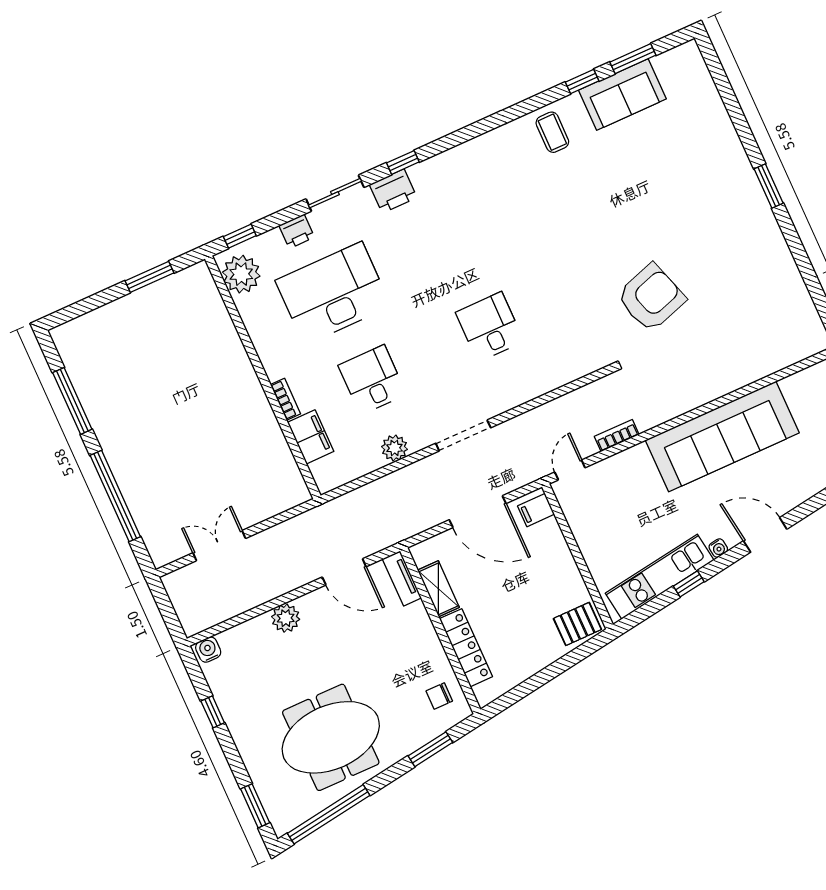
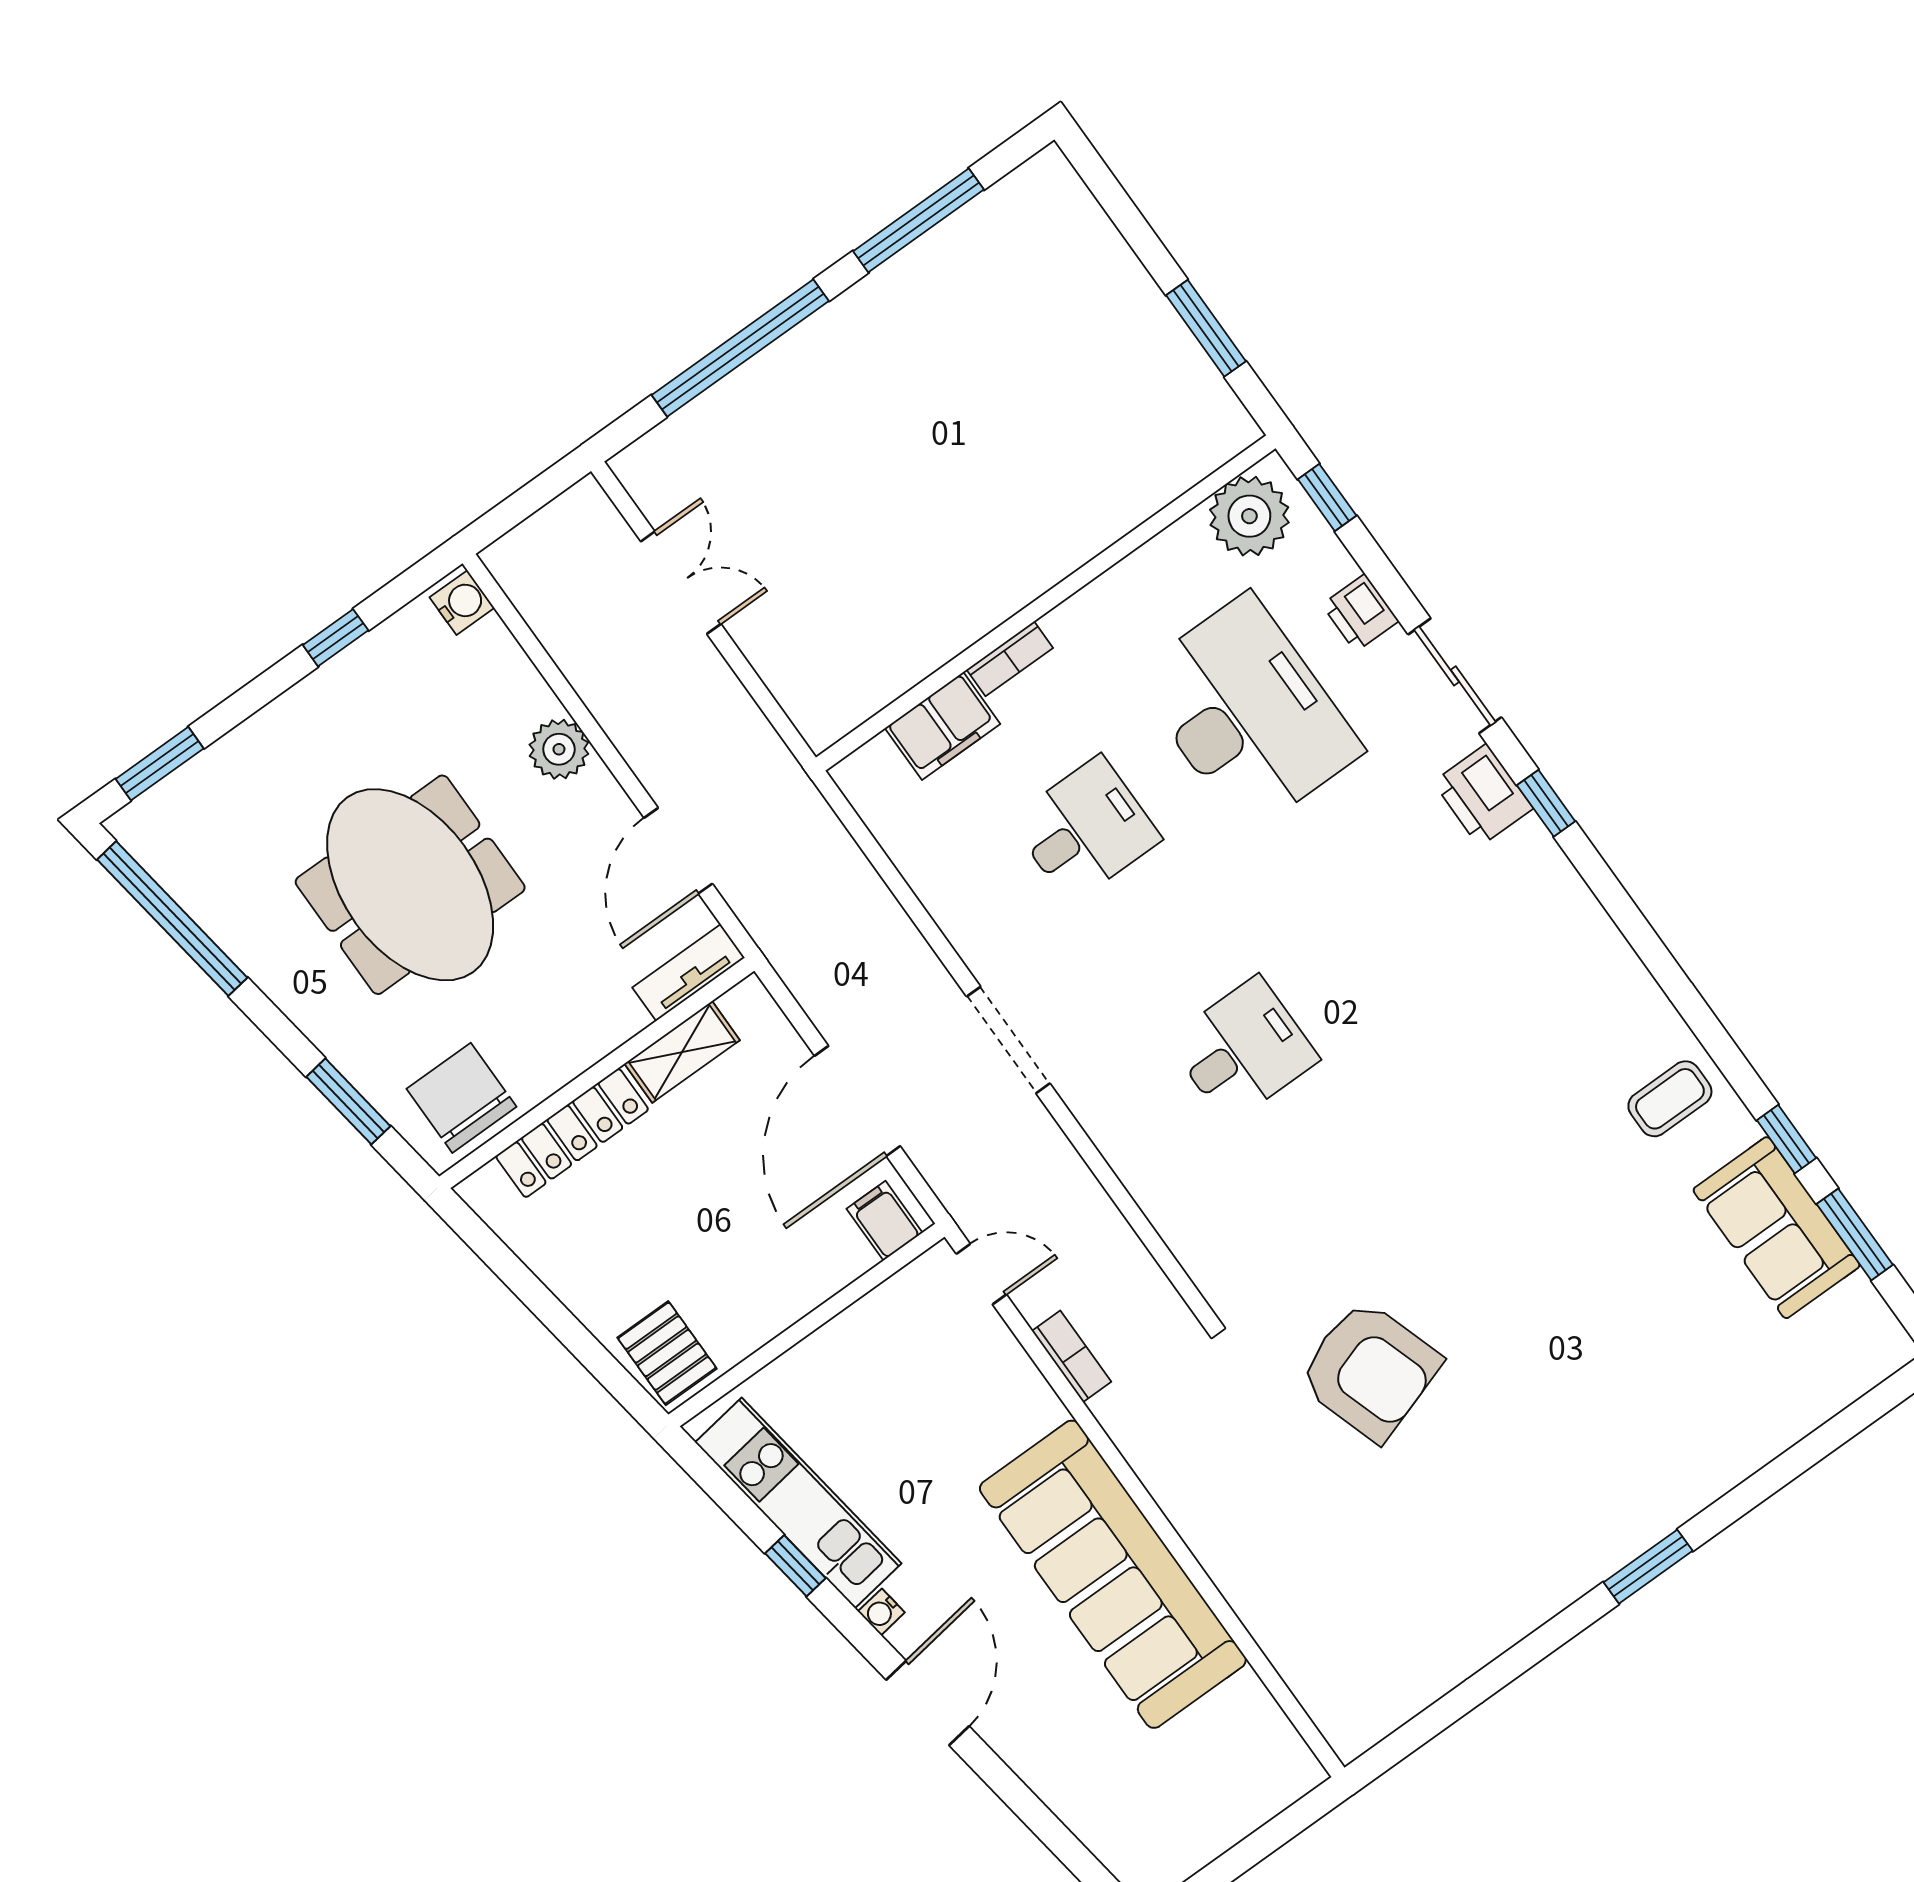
plant: (395, 448) -> (954, 904), removed
chair: (439, 696) -> (462, 1098), width x1.87, depth x1.87
meeting table: (331, 737) -> (410, 885), moved

